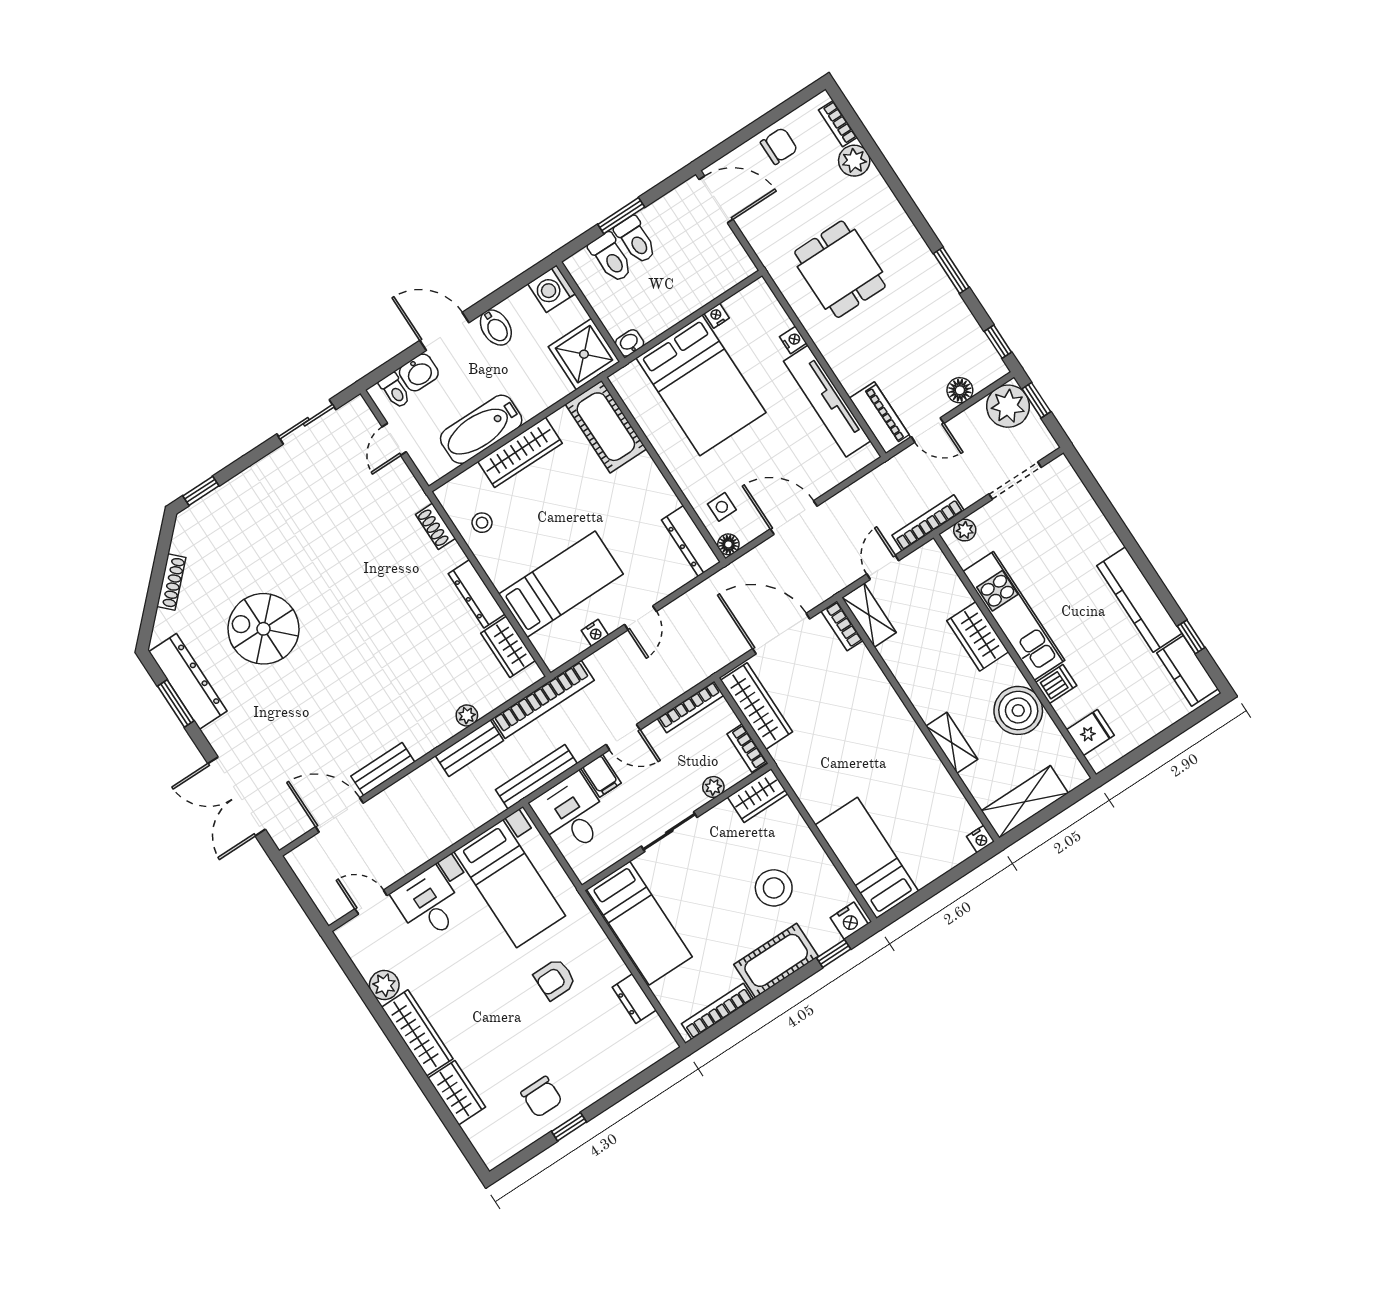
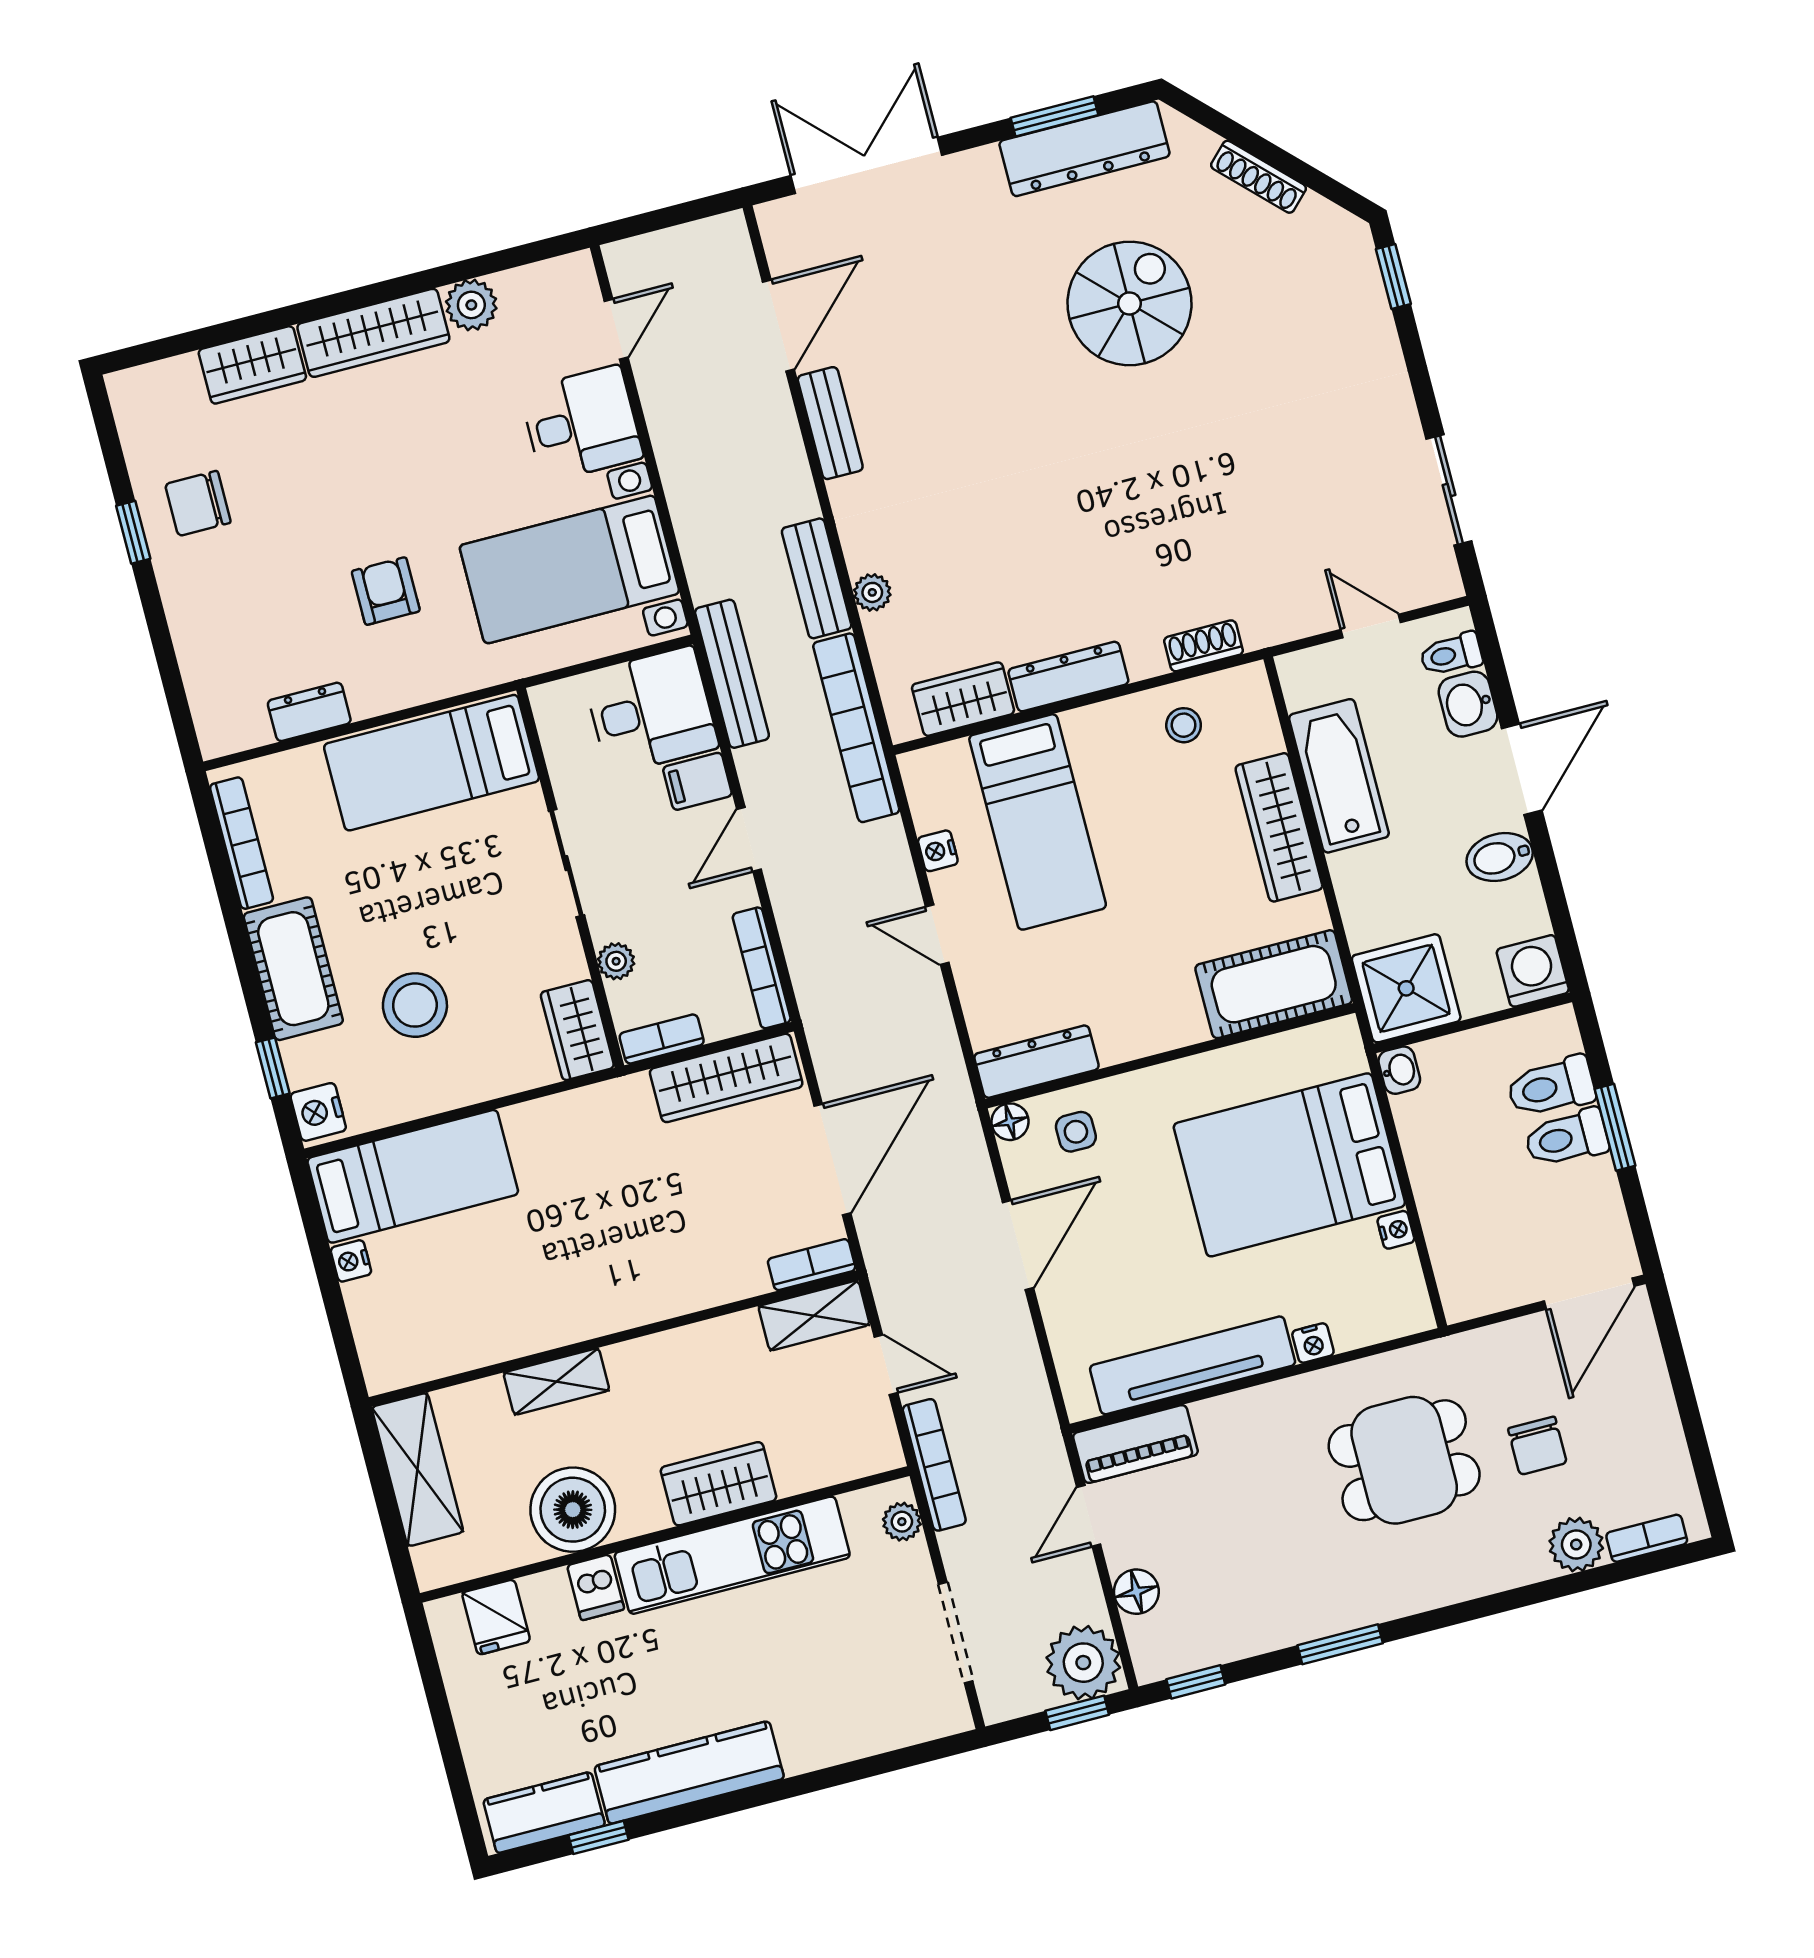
chair: (779, 146) -> (1537, 1446), moved
nightstand: (980, 839) -> (351, 1261), moved

